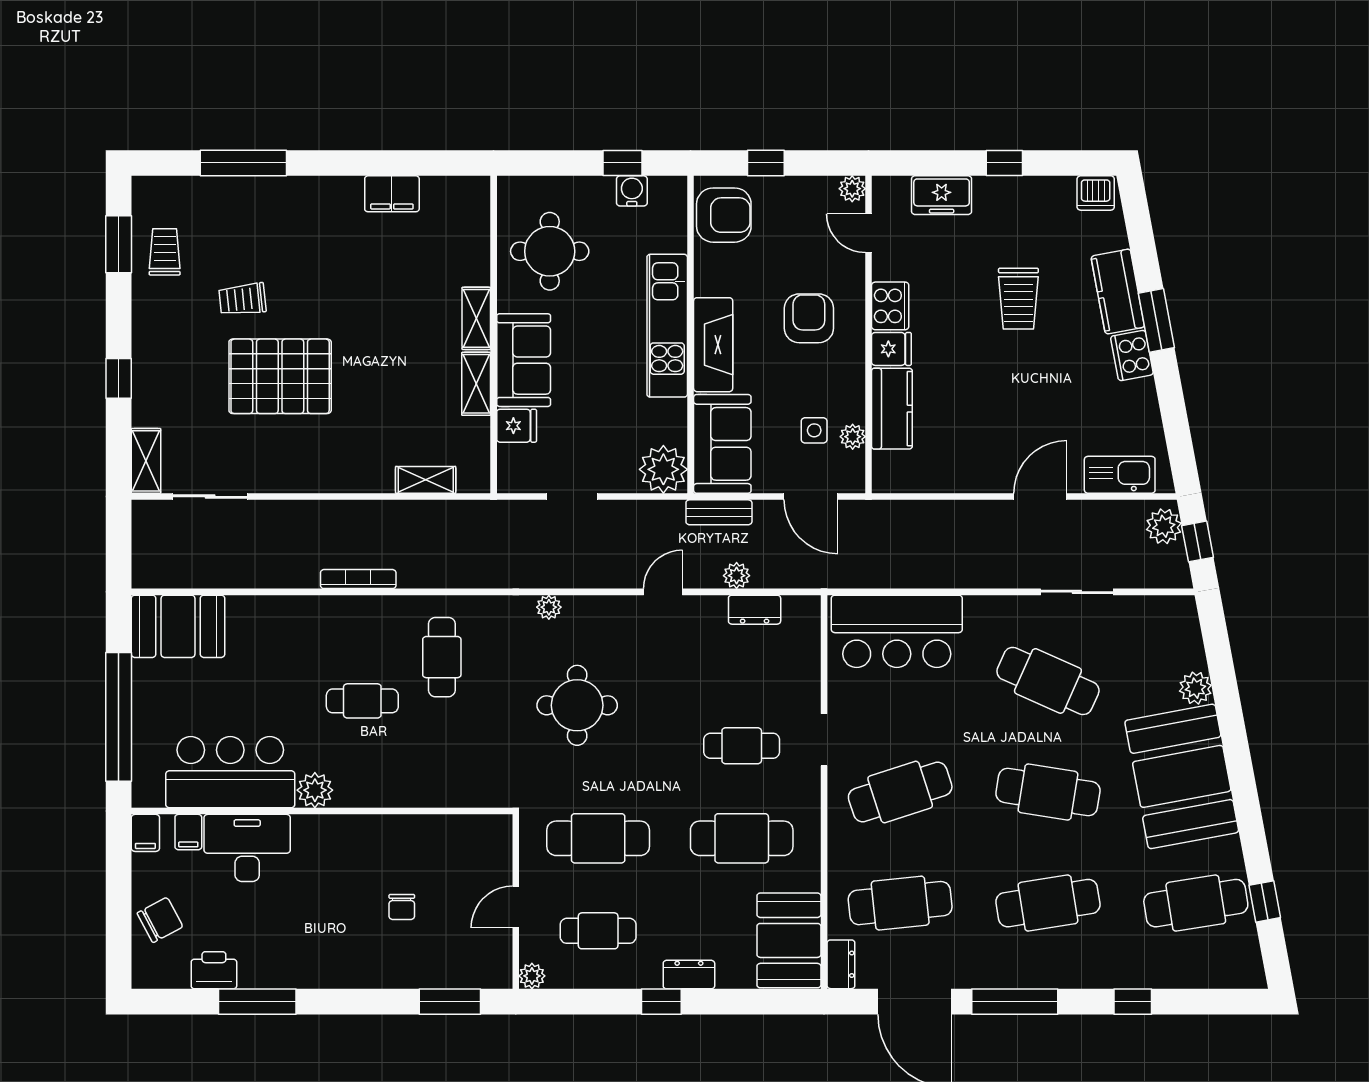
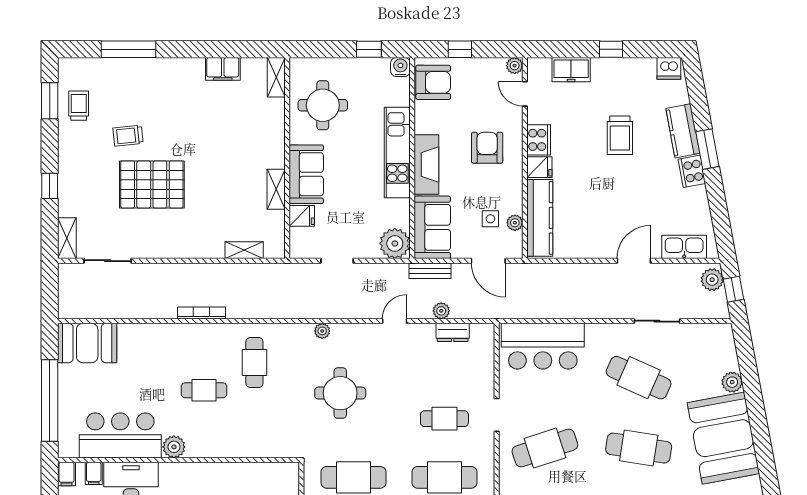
water cooler: (632, 191) -> (400, 67), moved
shelving: (476, 318) -> (276, 77), moved
kitchen counter: (892, 409) -> (540, 218), width x1.50

